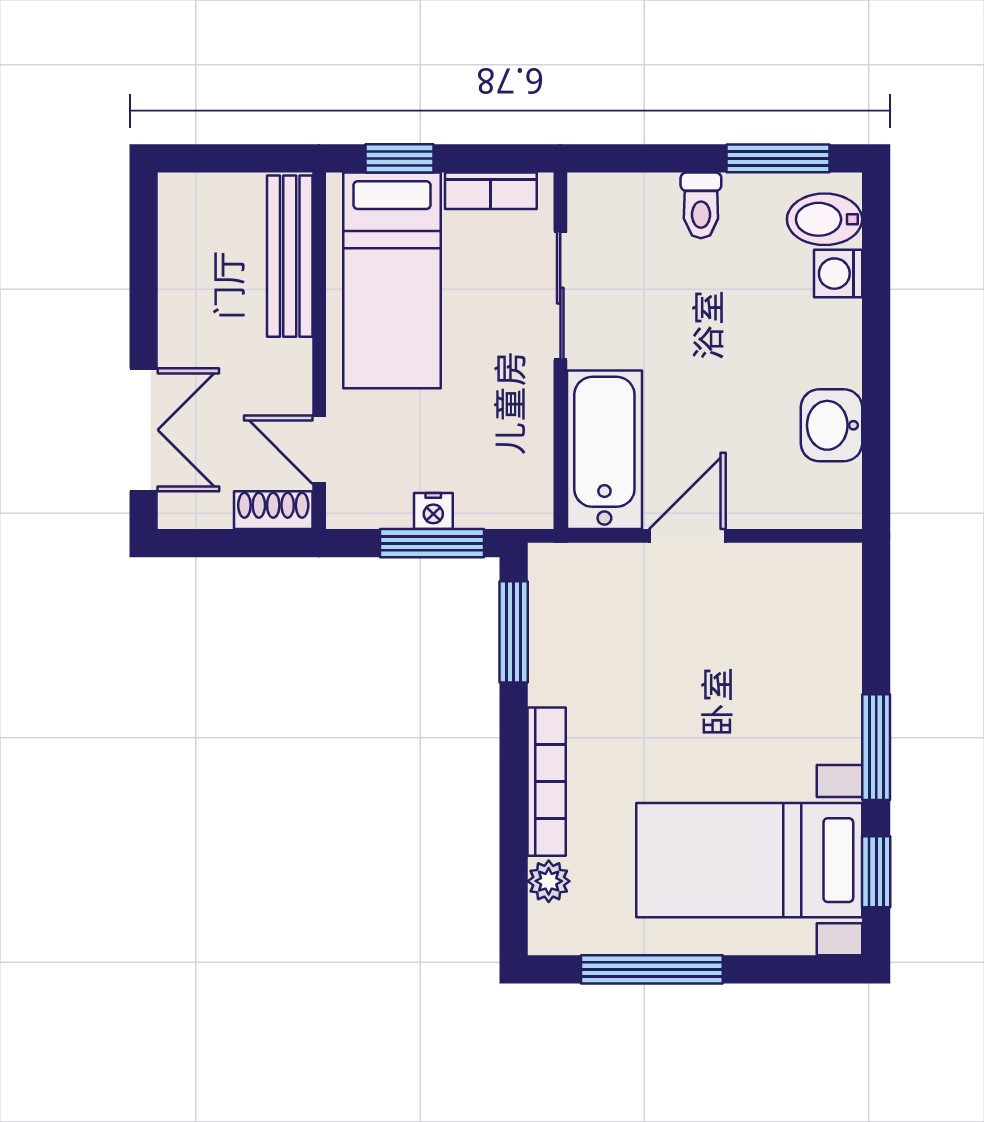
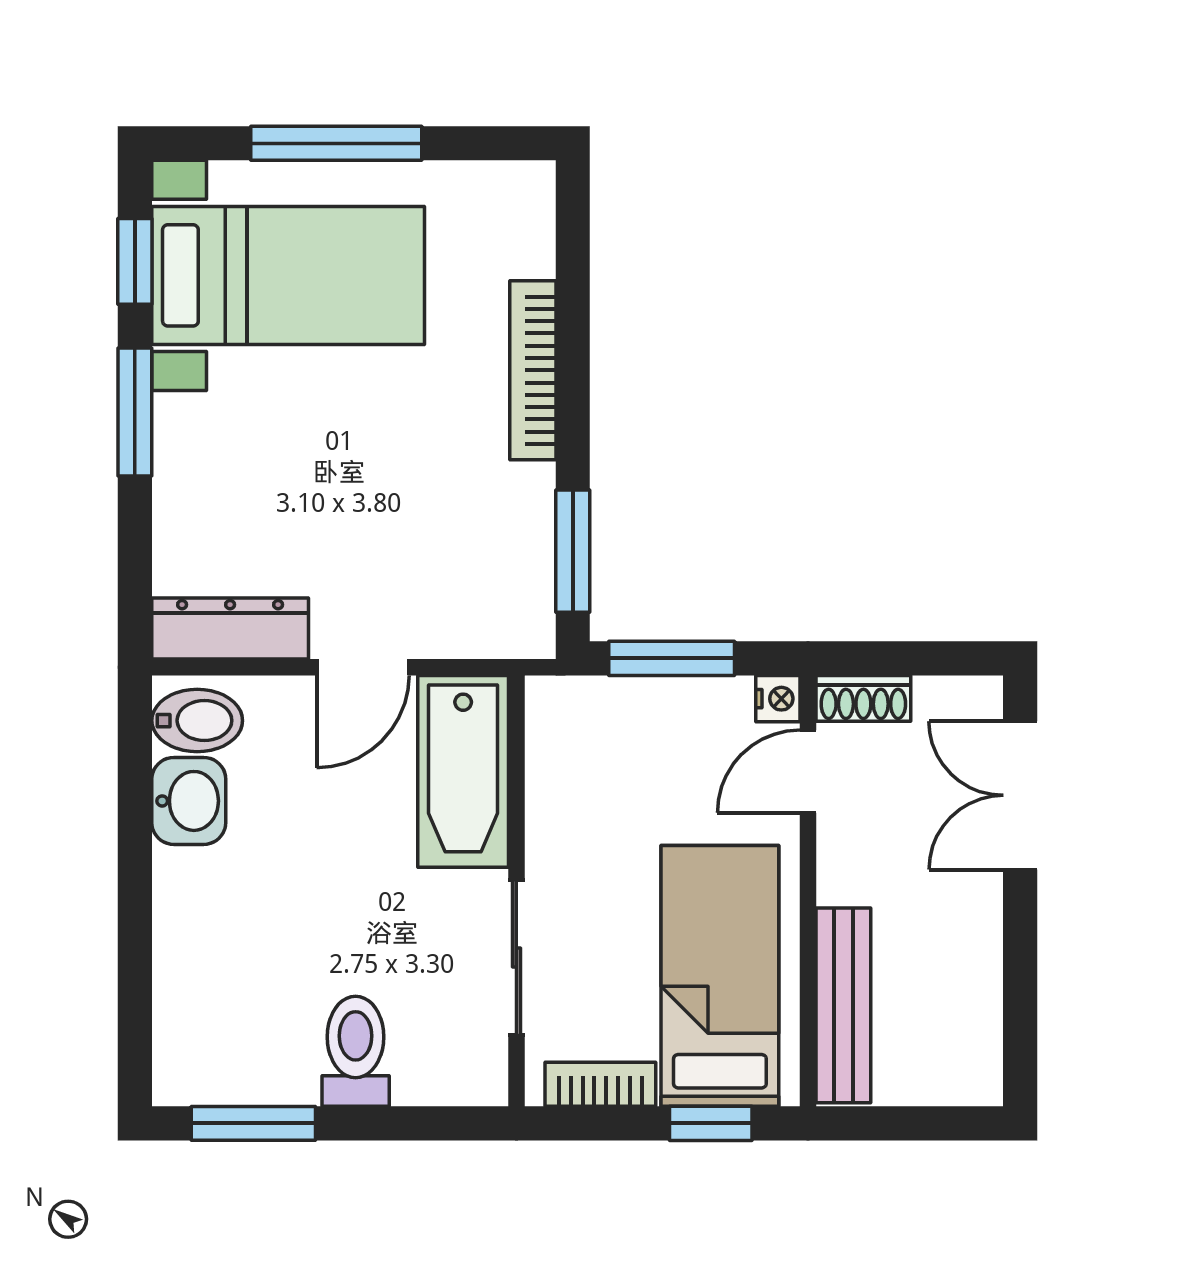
toilet: (701, 205) -> (356, 1051), width x1.37, depth x1.39
bidet: (825, 219) -> (197, 721), moved
washing machine: (838, 274) -> (181, 984), removed
door: (319, 450) -> (808, 771), swing flipped
nightstand: (433, 511) -> (778, 699), moved, turned 90
dresser: (797, 568) -> (230, 628), added
plant: (549, 881) -> (531, 250), removed
window: (652, 969) -> (336, 143), moved

